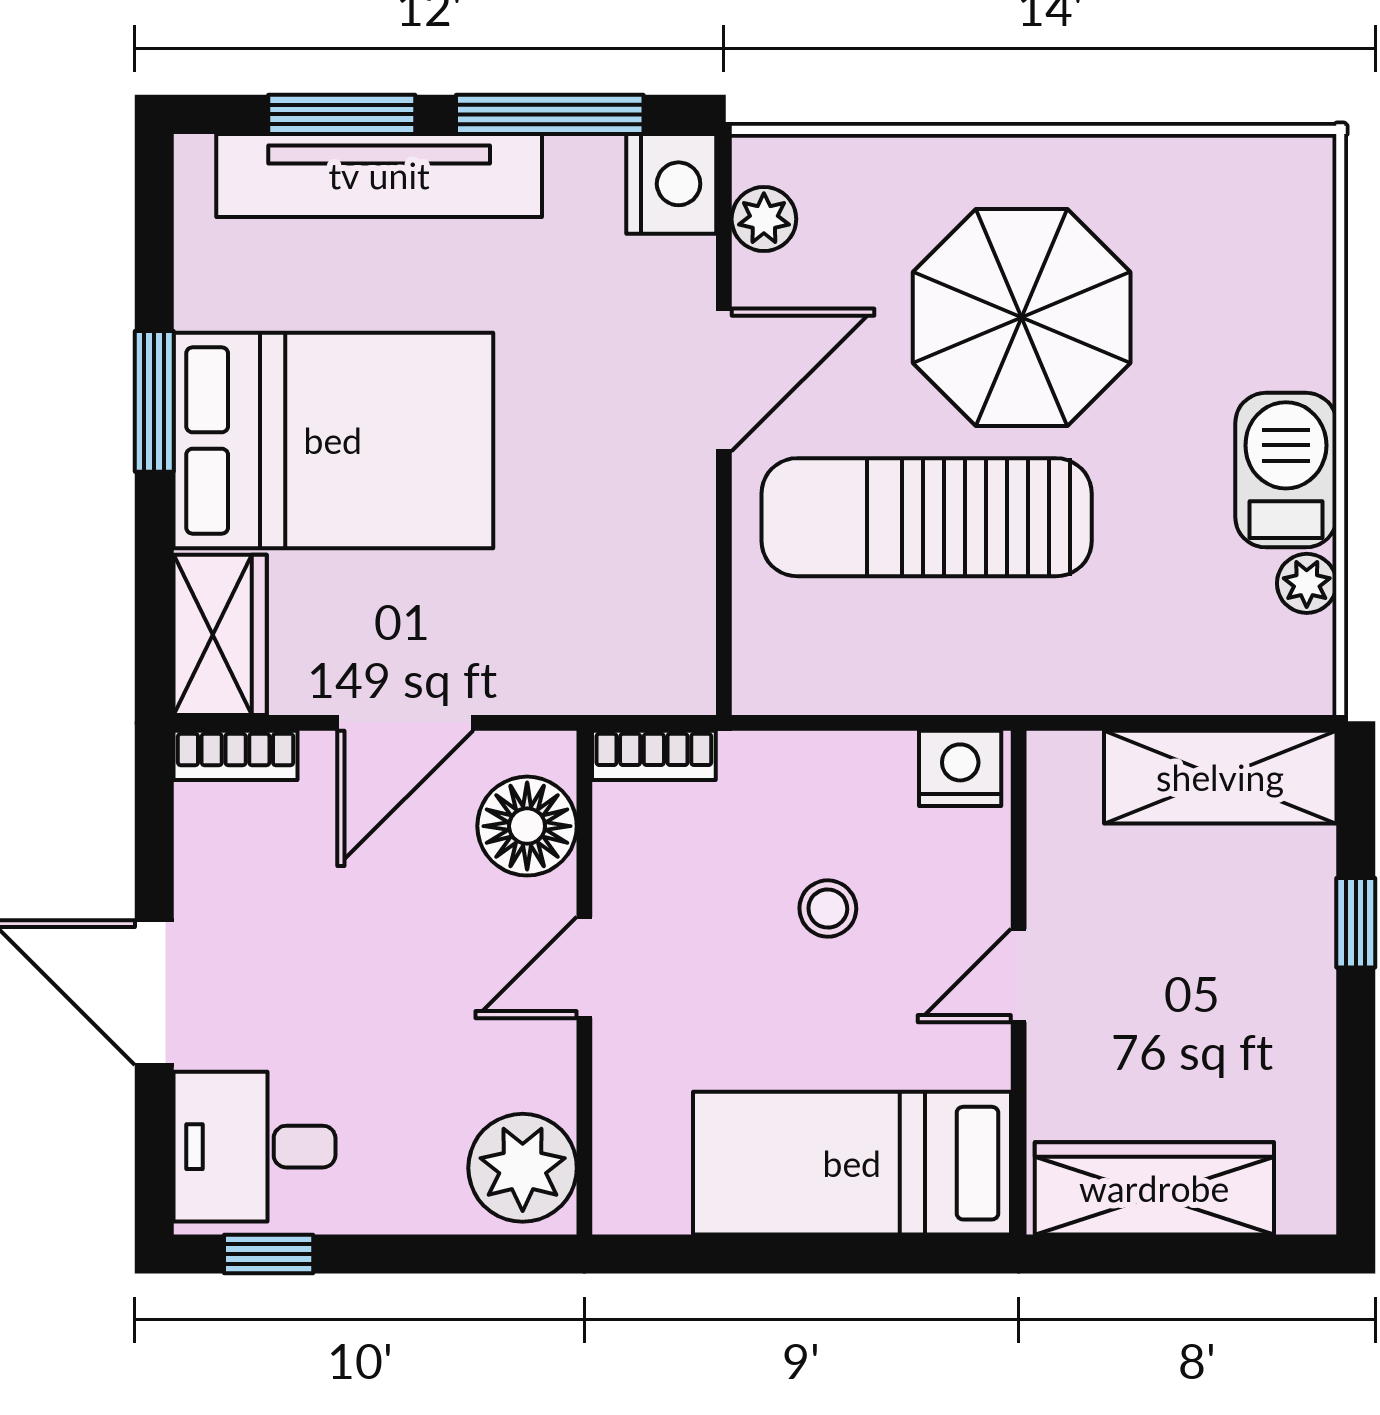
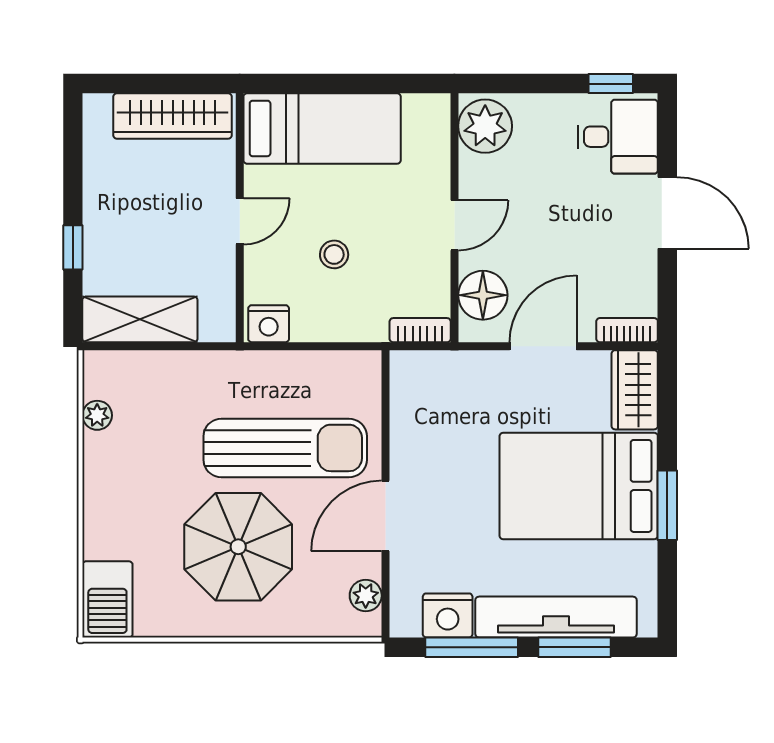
nightstand: (671, 184) -> (448, 615), moved, turned -90
barbecue: (1286, 470) -> (107, 599), moved

